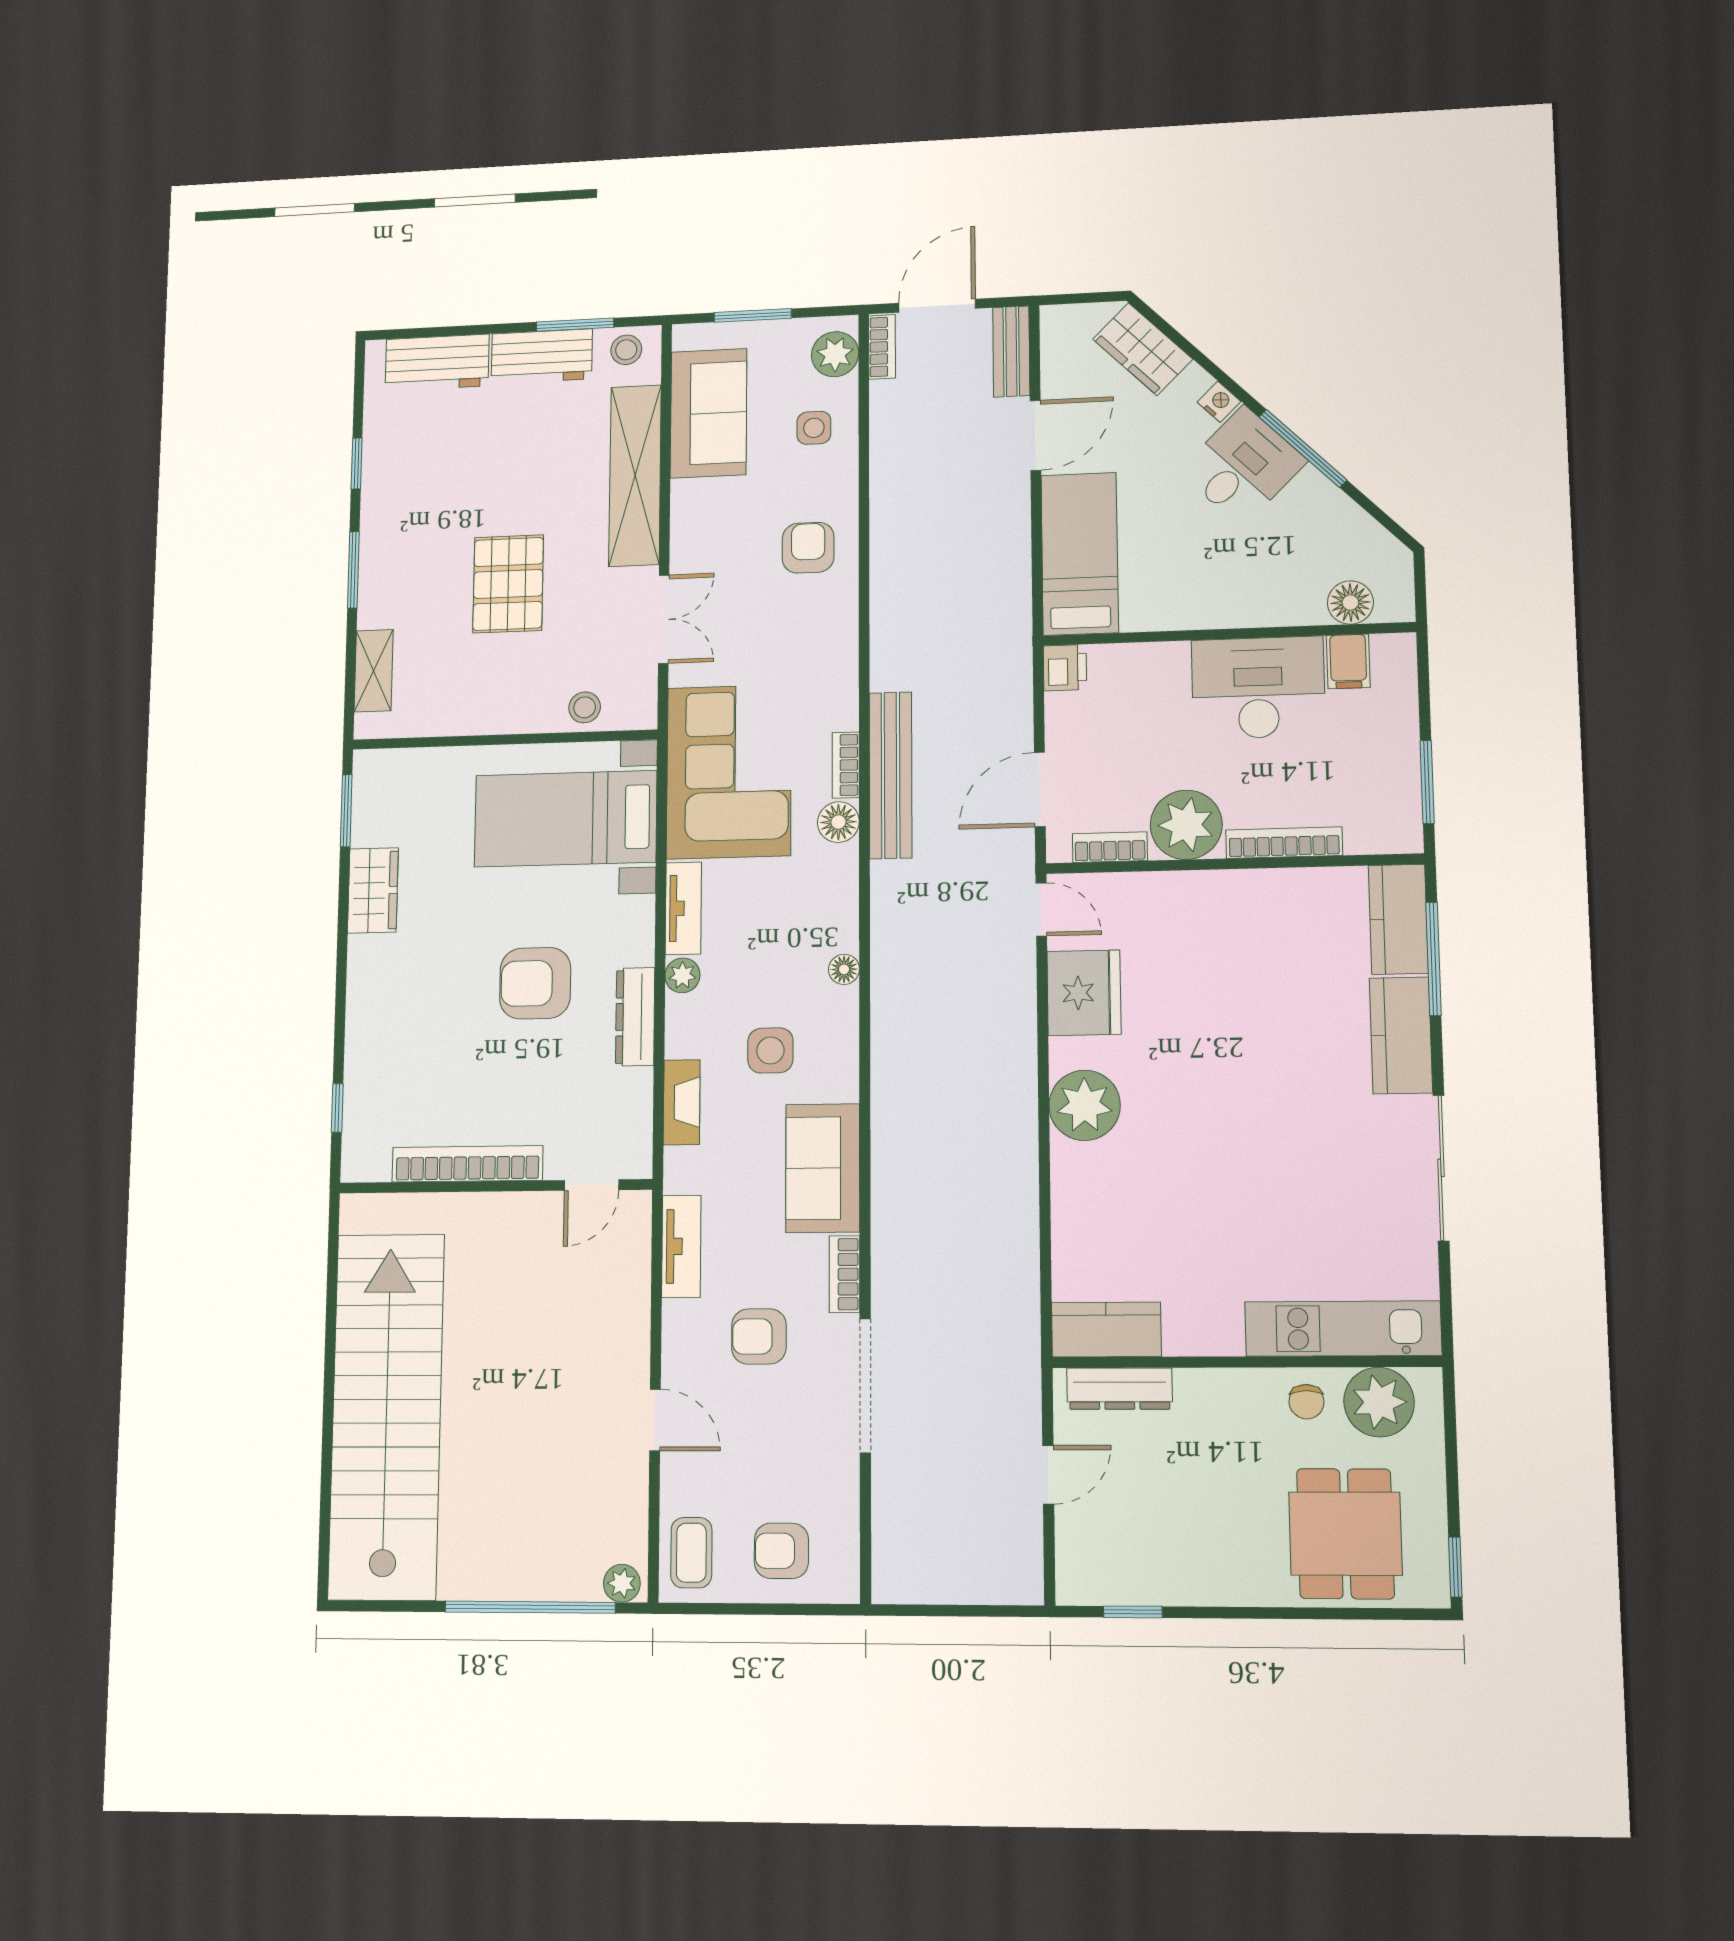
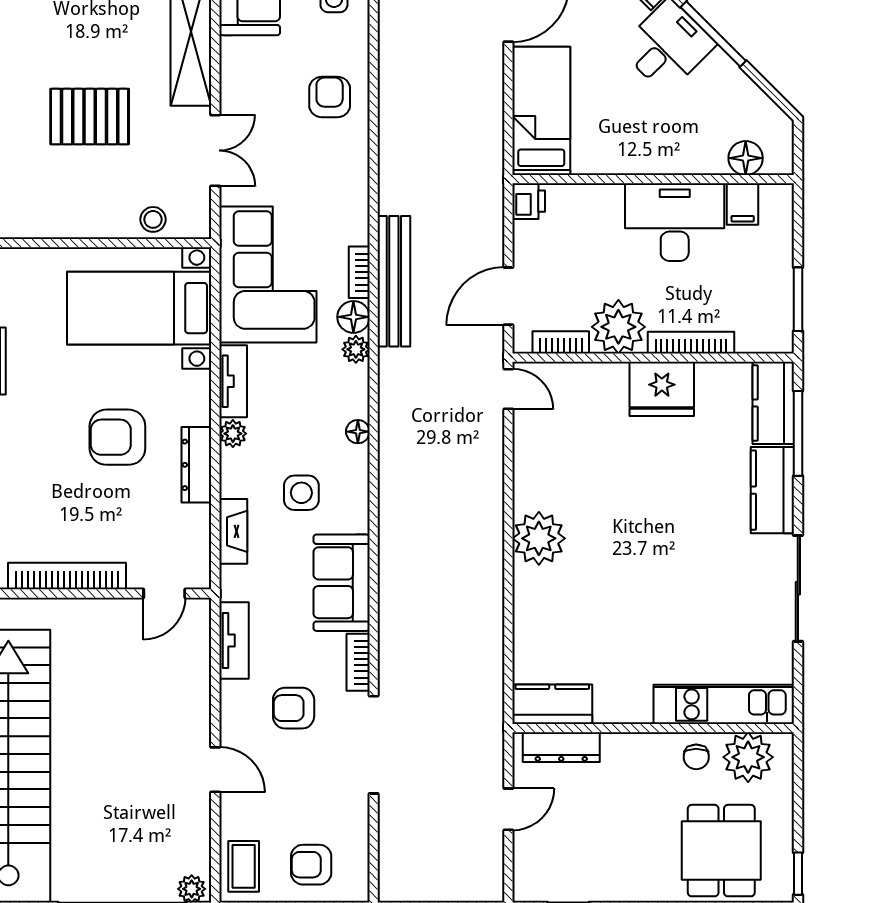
pallet: (508, 584) -> (90, 117), turned 90
plant: (842, 863) -> (356, 349), added
fridge: (1084, 993) -> (662, 389), moved, turned 90

